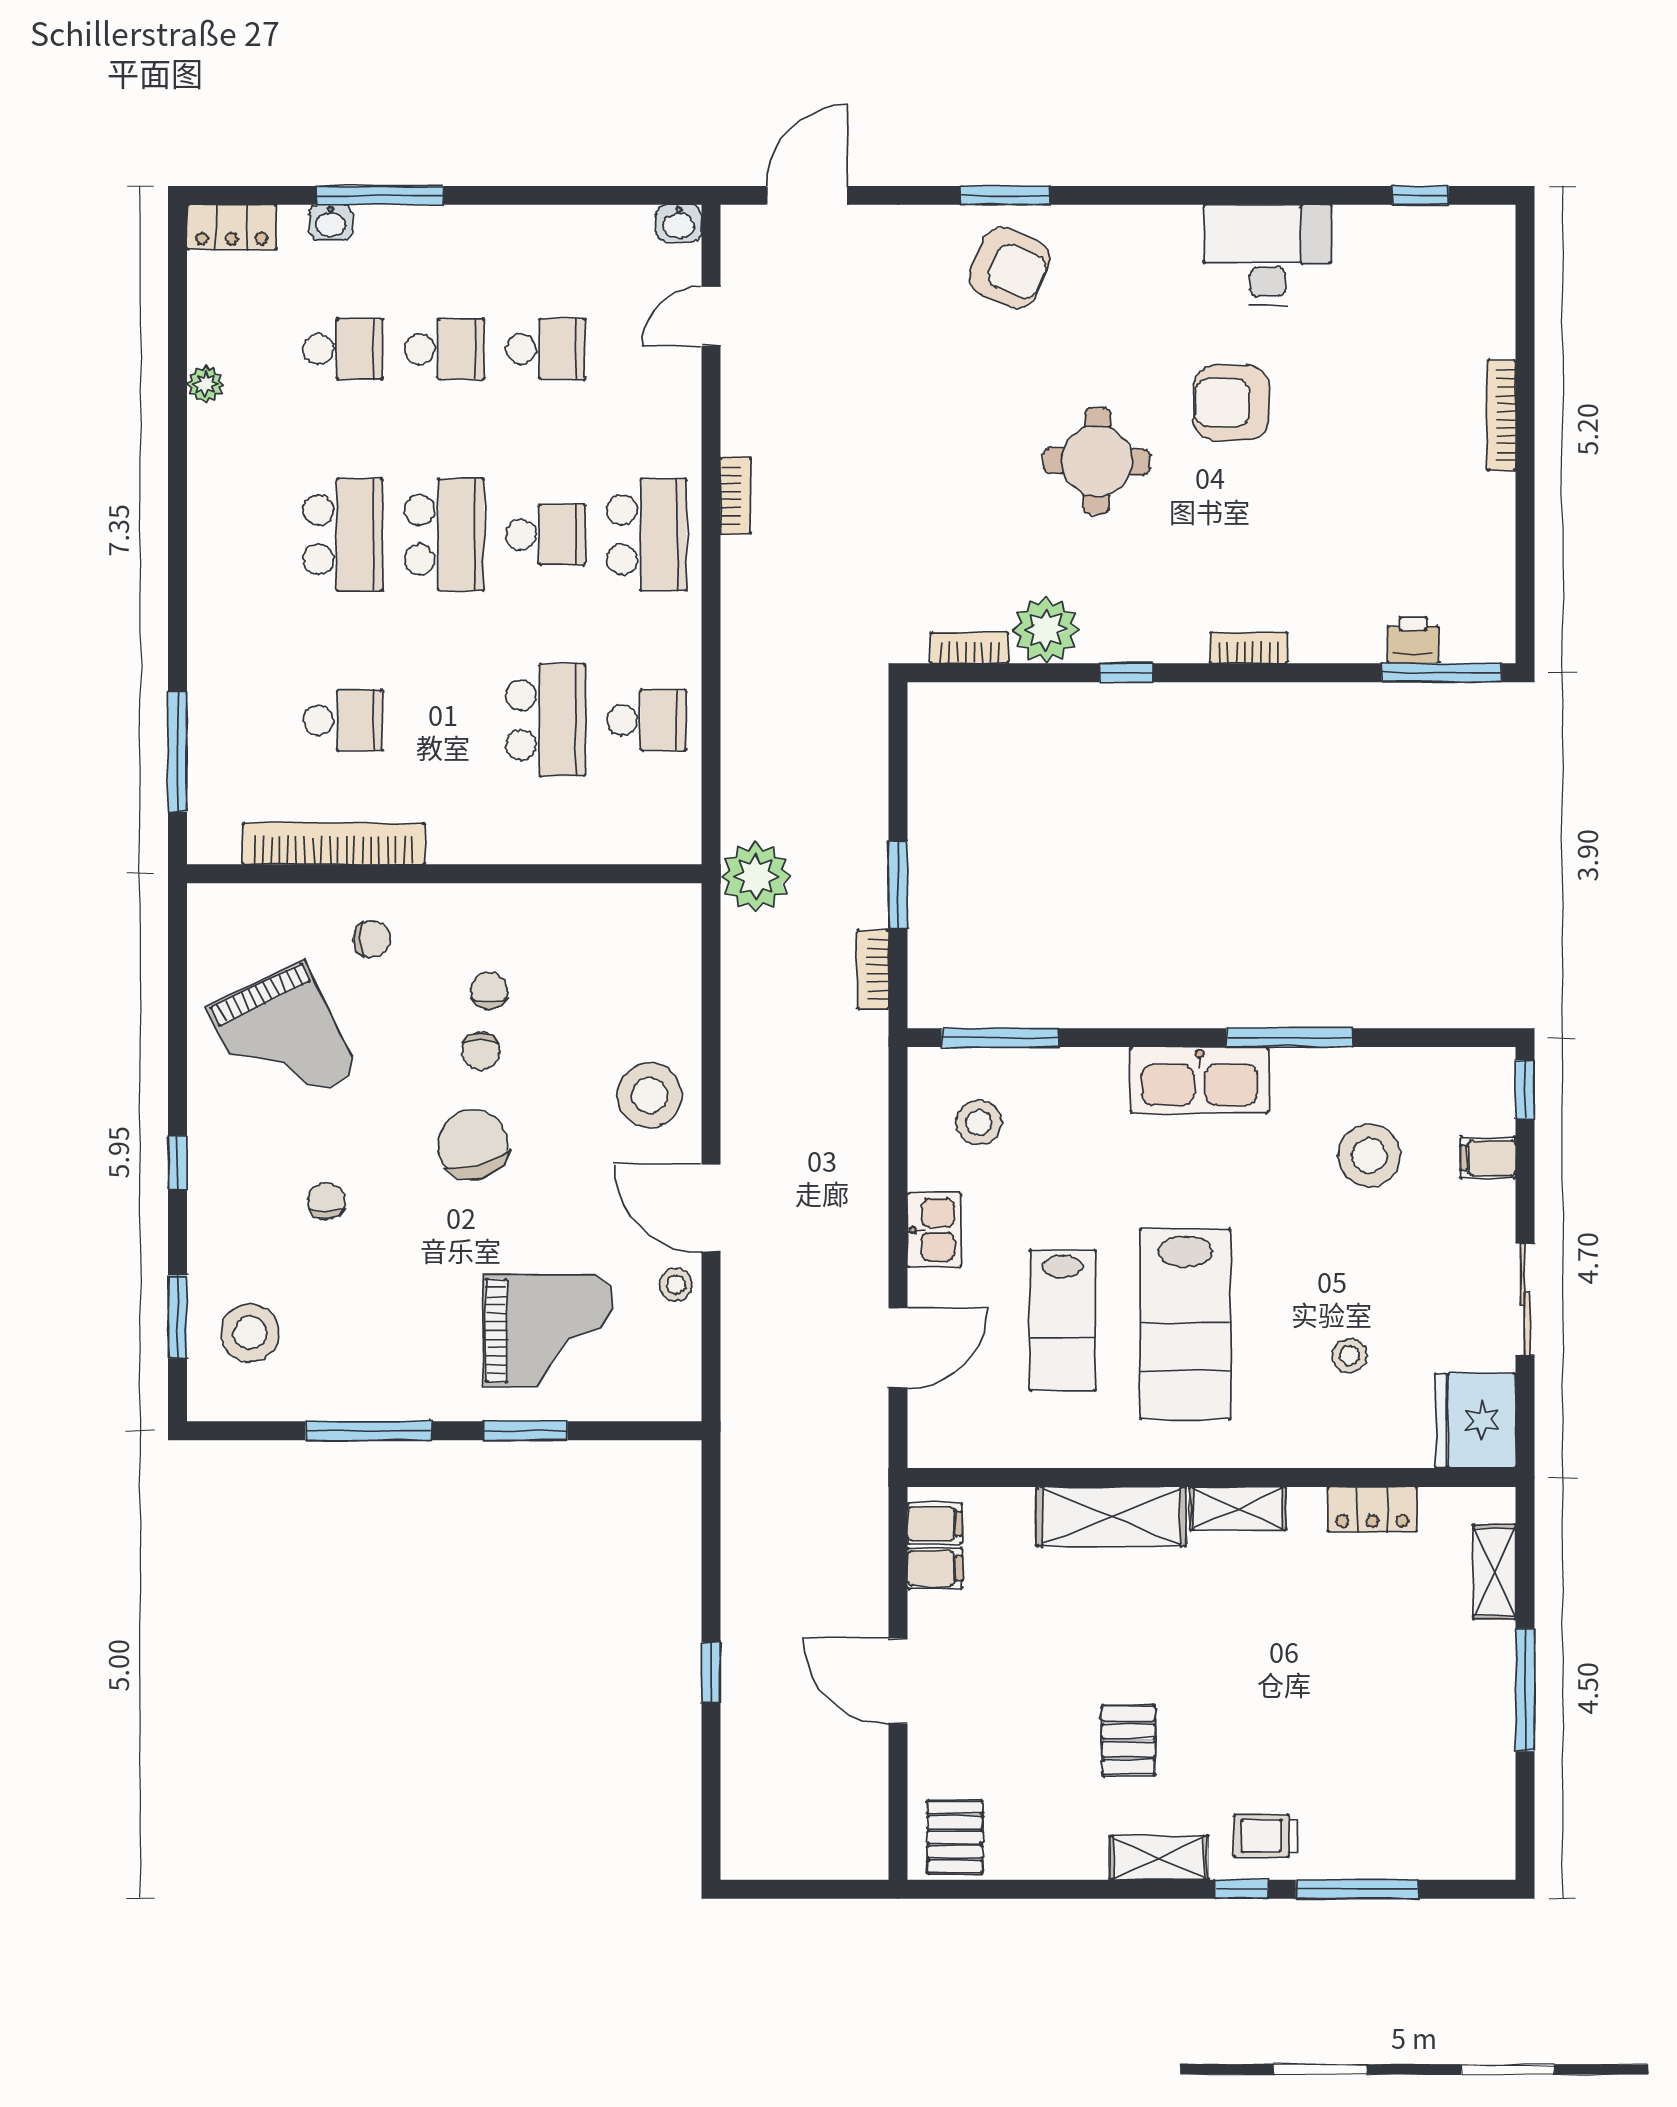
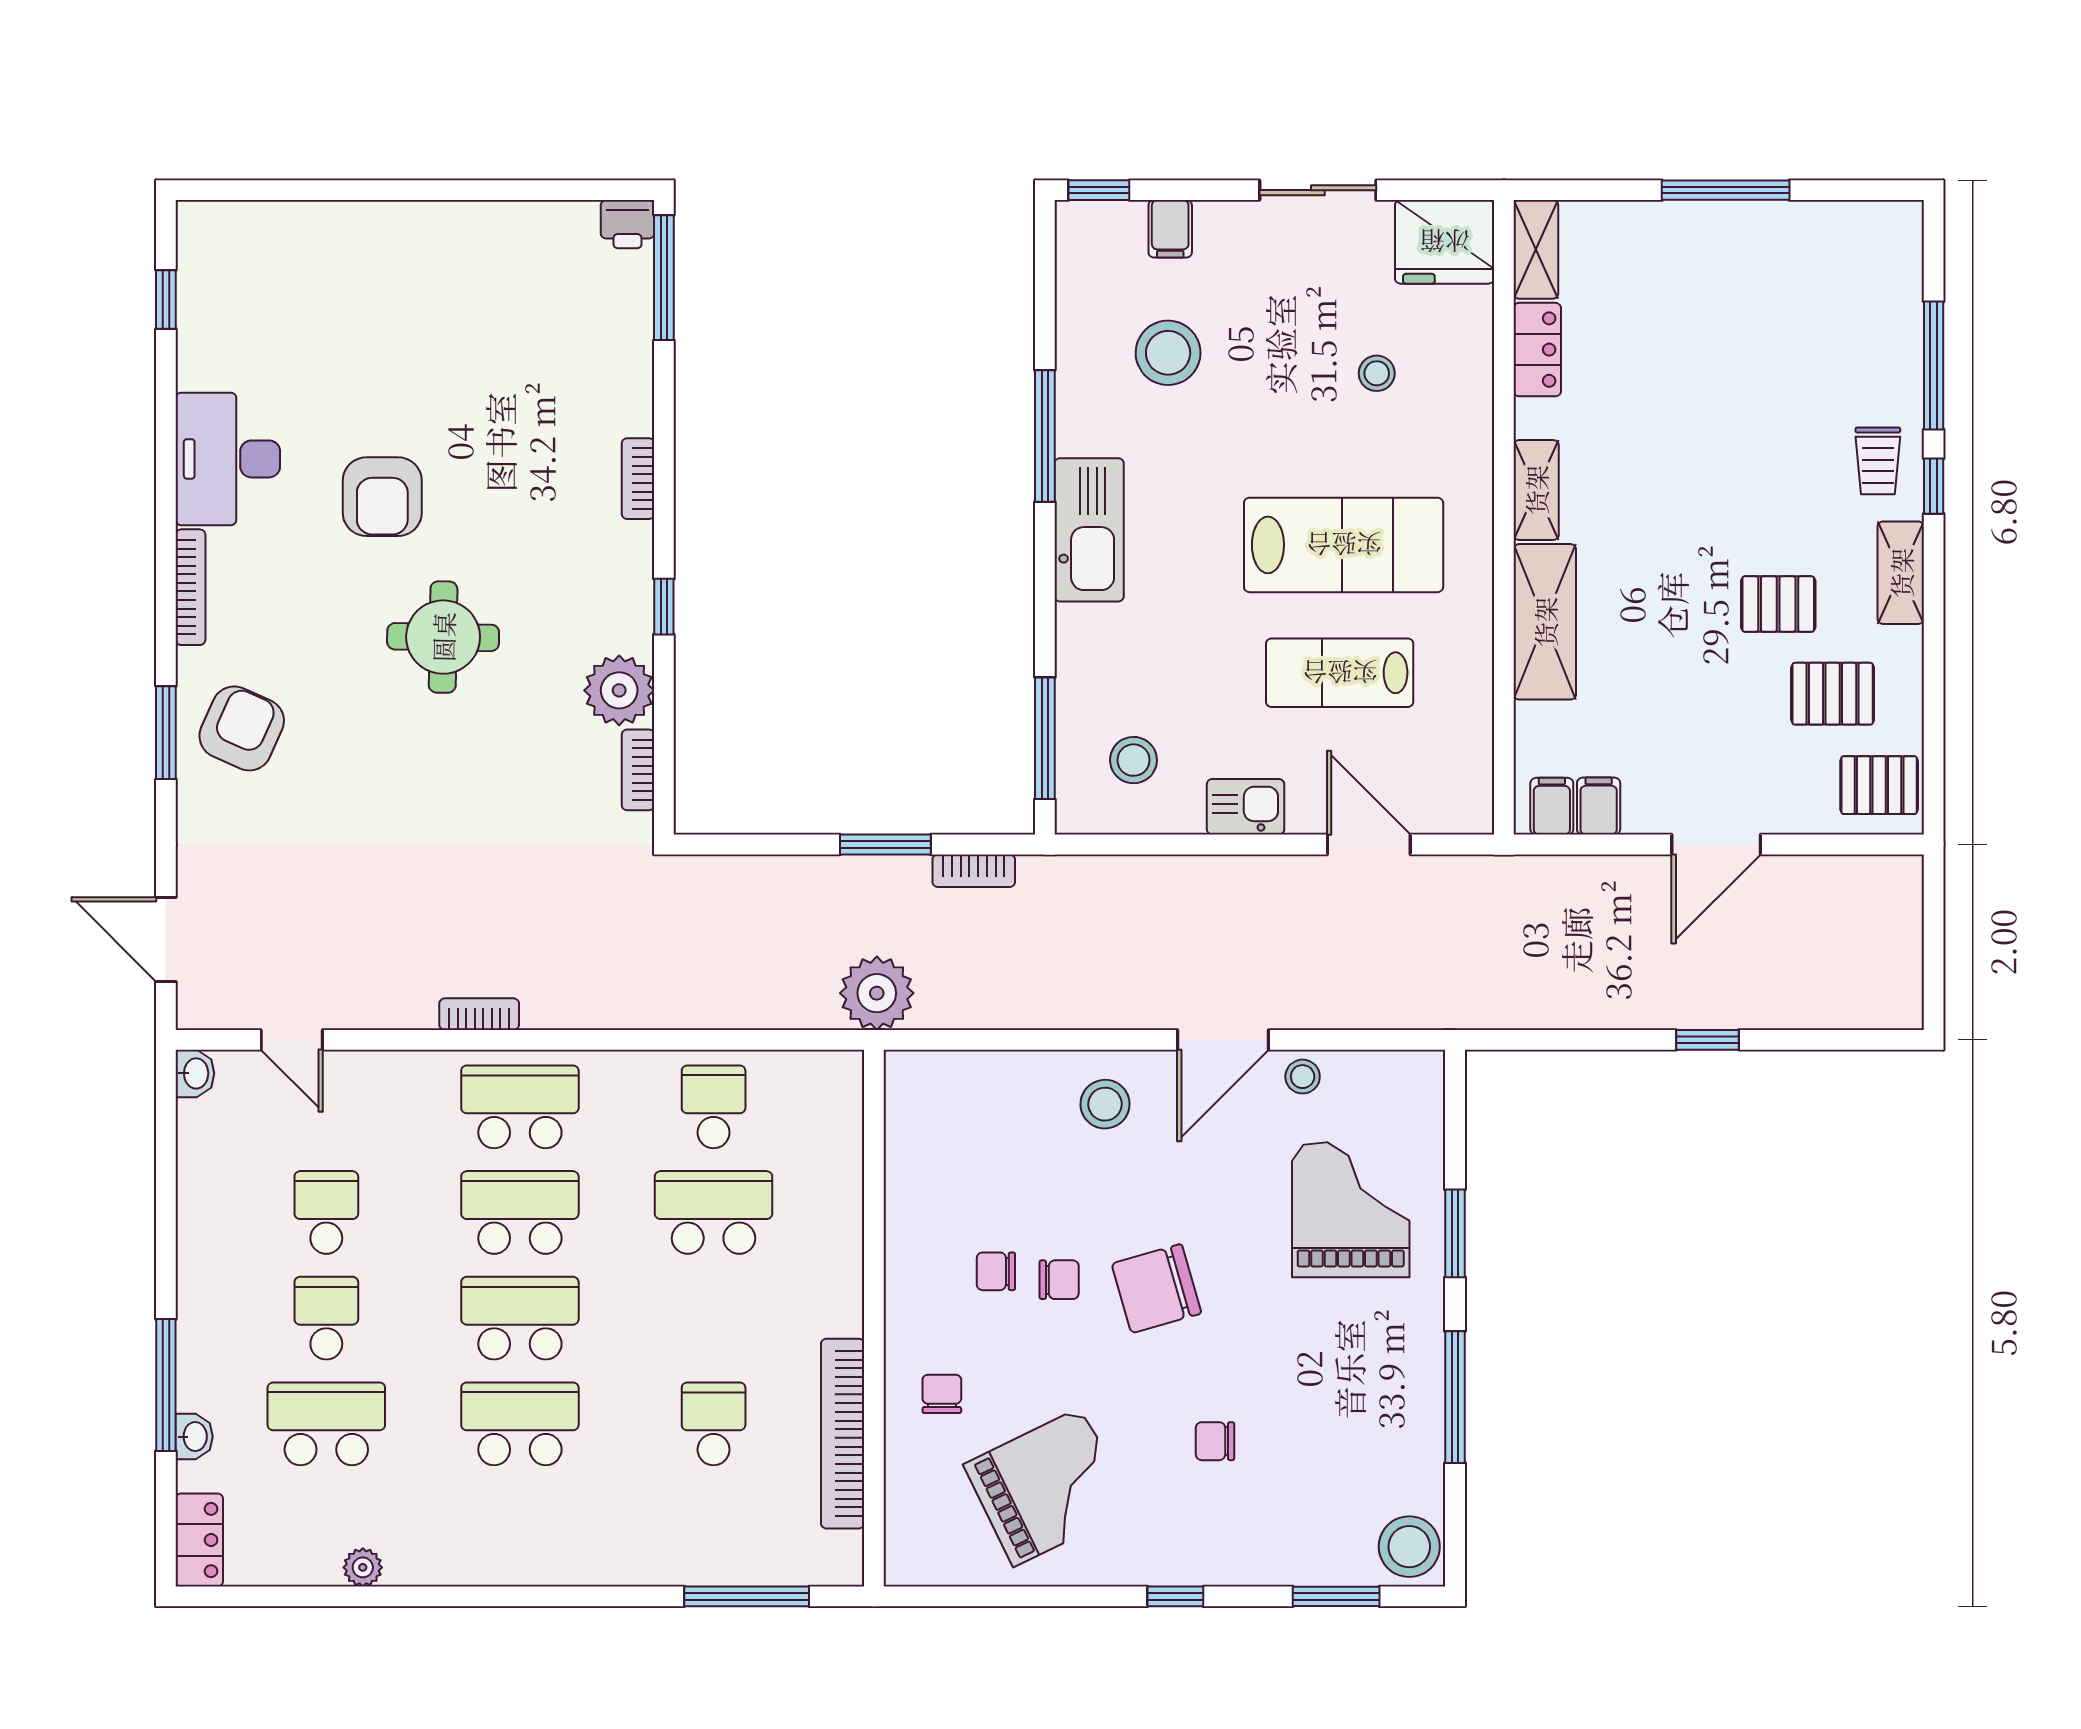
school desk: (343, 349) -> (326, 1424), width x1.85
bookcase: (1501, 415) -> (190, 587), moved, turned -90
school desk: (545, 535) -> (520, 1212), width x1.85
printer: (1413, 640) -> (628, 224), moved, turned -90
stool: (649, 1095) -> (1105, 1104), width x0.73, depth x0.73
lab bench: (1063, 1320) -> (1340, 673), turned 180
stool: (250, 1333) -> (1409, 1547), moved
shelving: (1494, 1572) -> (1536, 249), moved, turned 90
pallet: (1043, 1792) -> (1833, 694), added

